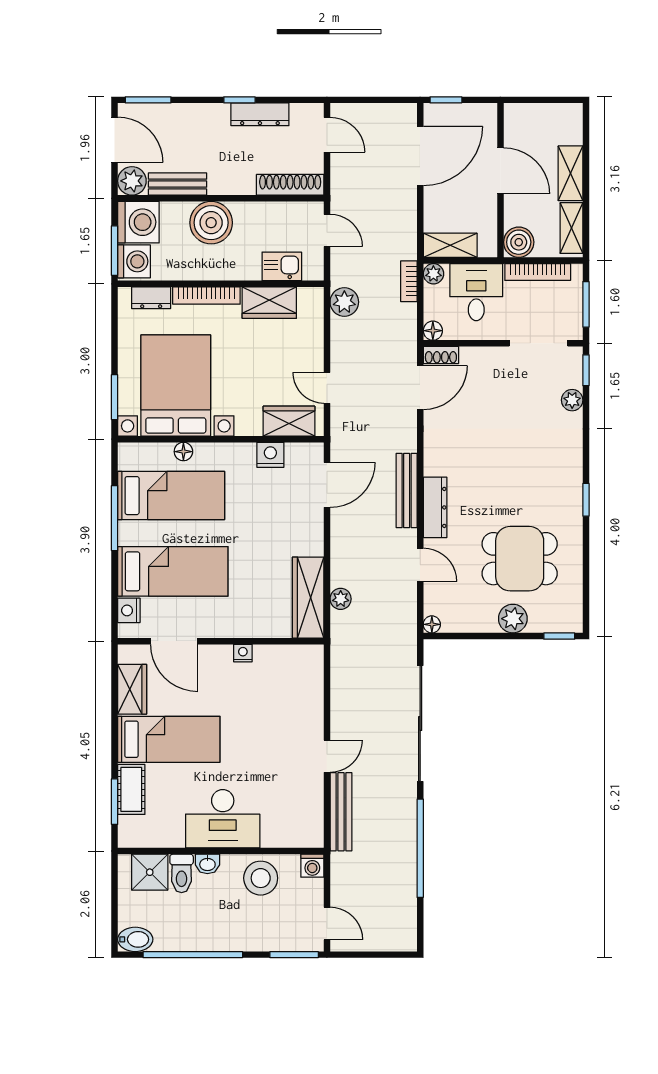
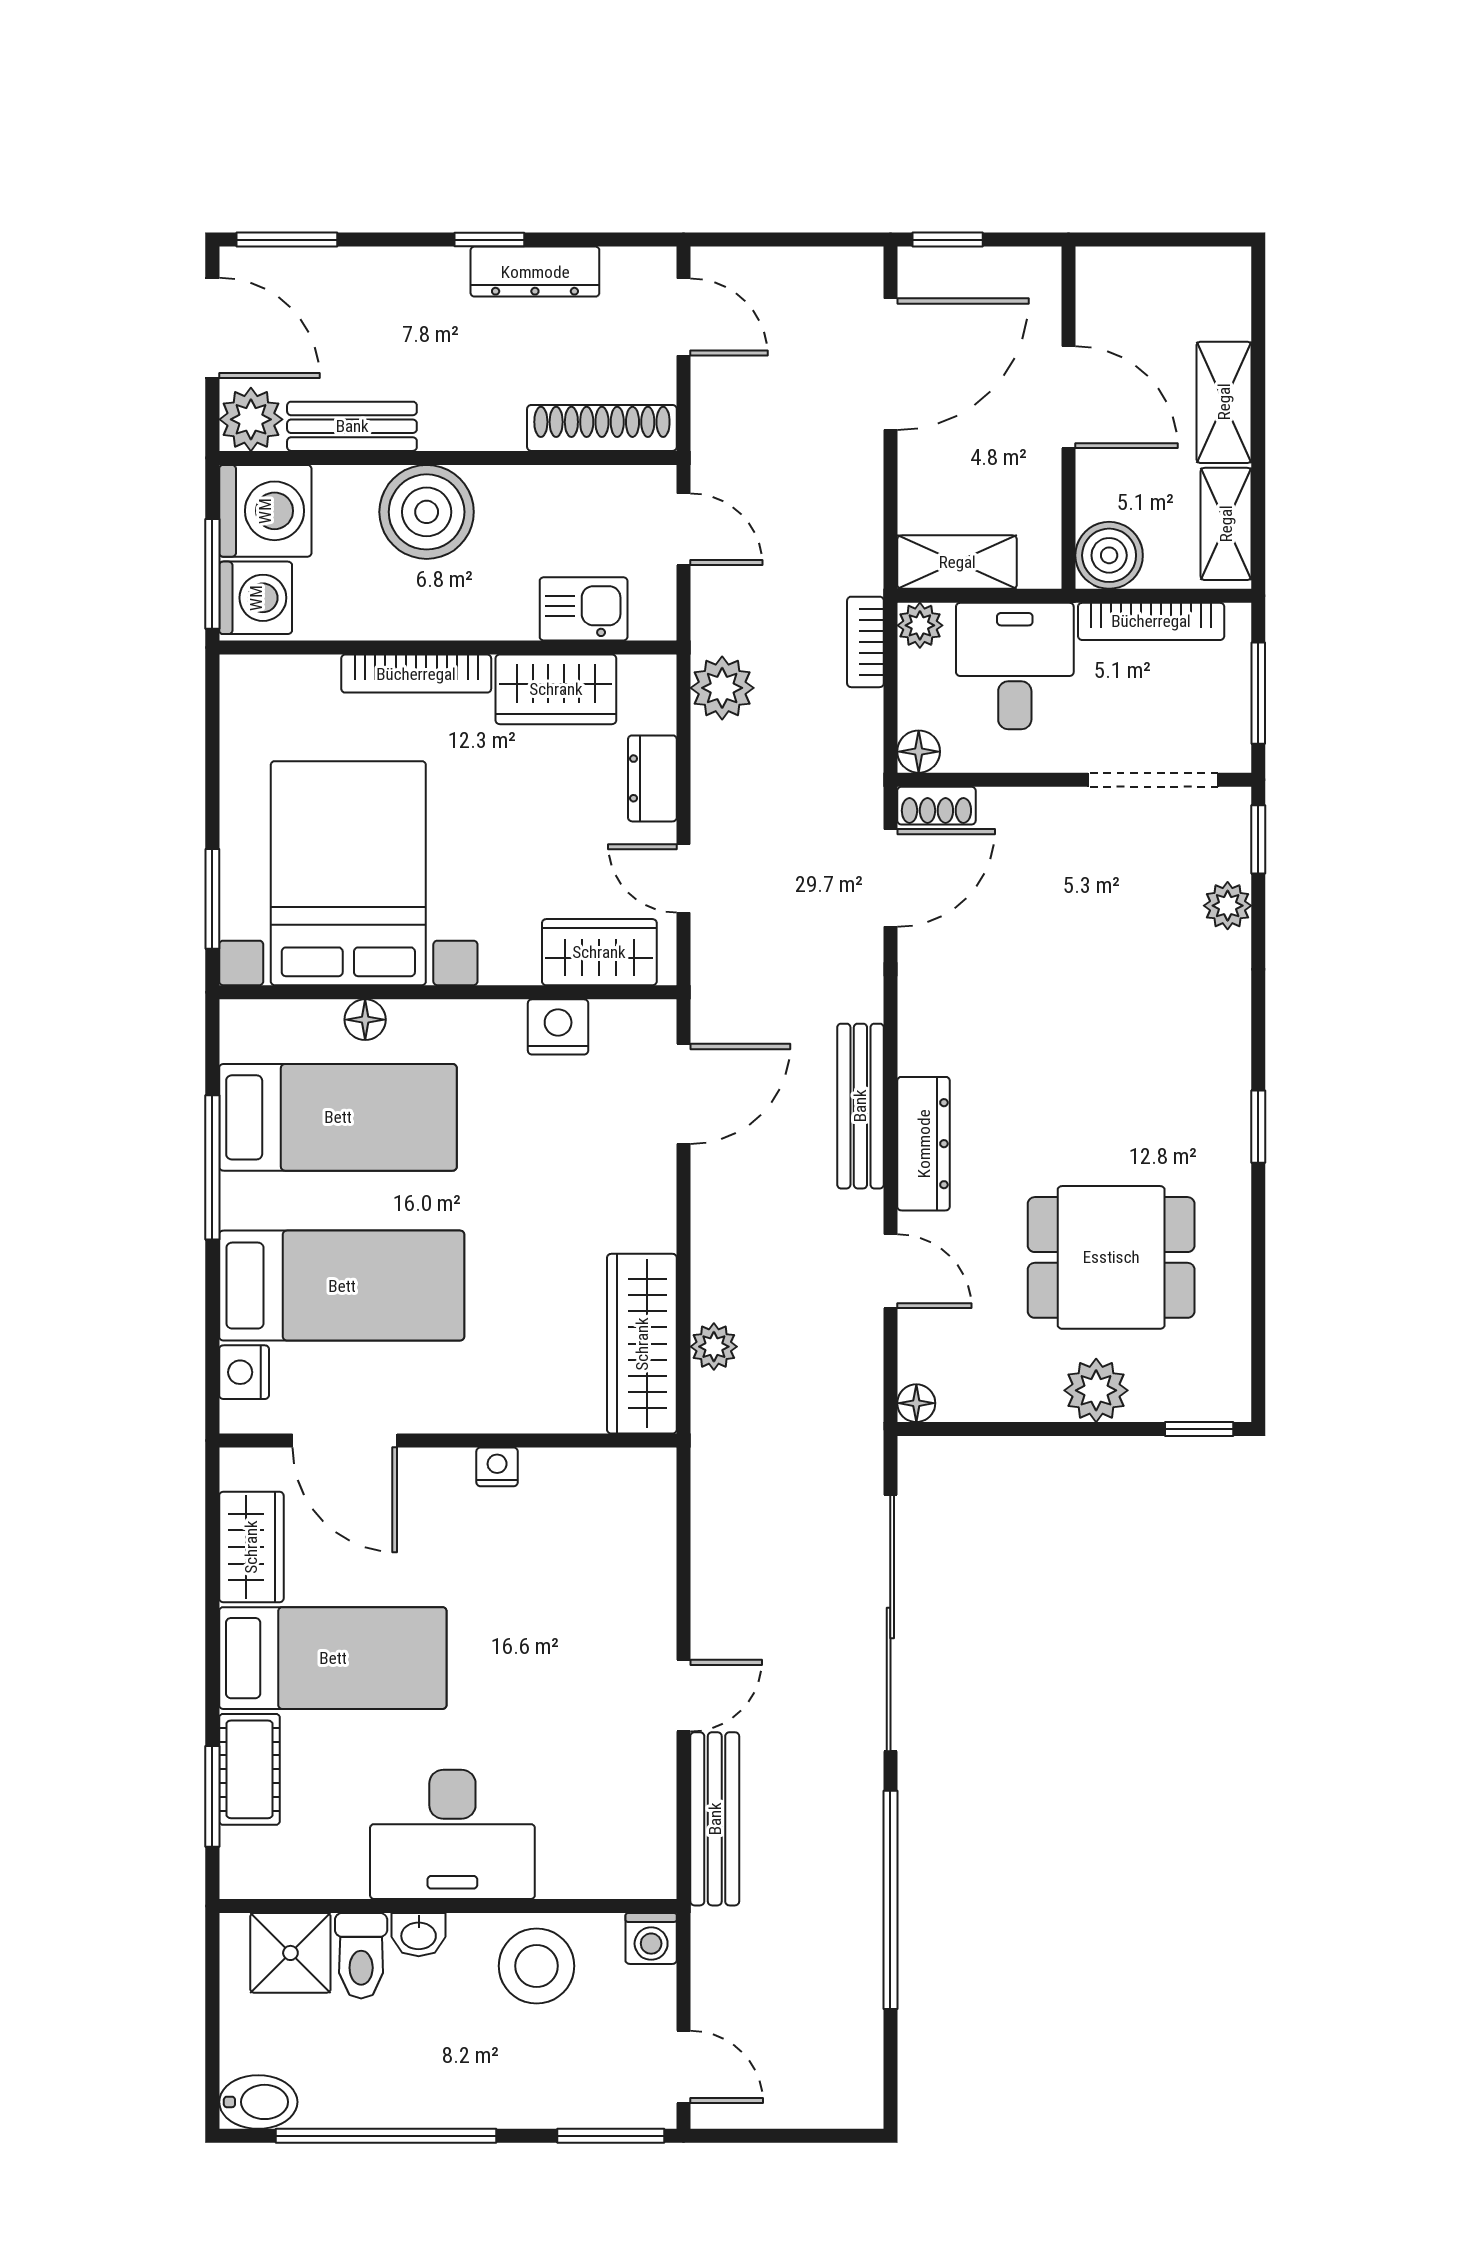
dresser: (151, 298) -> (652, 778), moved, turned 90

